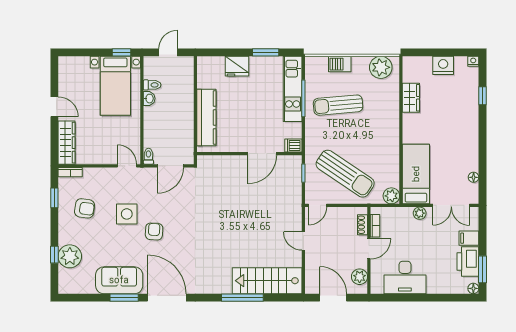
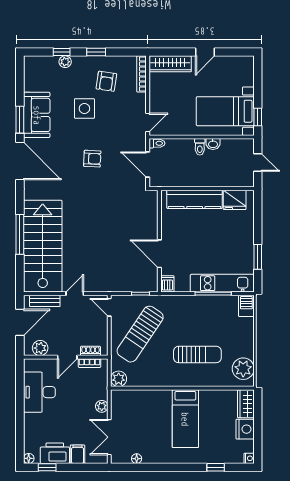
barbecue: (340, 64) -> (246, 306), moved
fridge: (237, 66) -> (235, 200), moved, turned -90
toilet: (152, 85) -> (200, 147), moved
wardrobe: (411, 98) -> (246, 404), moved, turned 90
sun lounger: (338, 105) -> (197, 354), moved, turned 95
bookcase: (70, 172) -> (142, 74), width x1.56
bed: (416, 174) -> (185, 419), moved, turned 90
window: (54, 198) -> (96, 52), moved
side table: (127, 214) -> (84, 108), moved
armchair: (154, 231) -> (92, 159), moved
door: (369, 249) -> (67, 357), hinge flipped
plant: (70, 256) -> (65, 62), width x0.53, depth x0.53
window: (482, 269) -> (47, 467), width x0.67
bench: (311, 272) -> (45, 301), added
stairs: (267, 281) -> (43, 246), width x1.36, depth x1.51
door: (167, 298) -> (20, 161), hinge flipped

